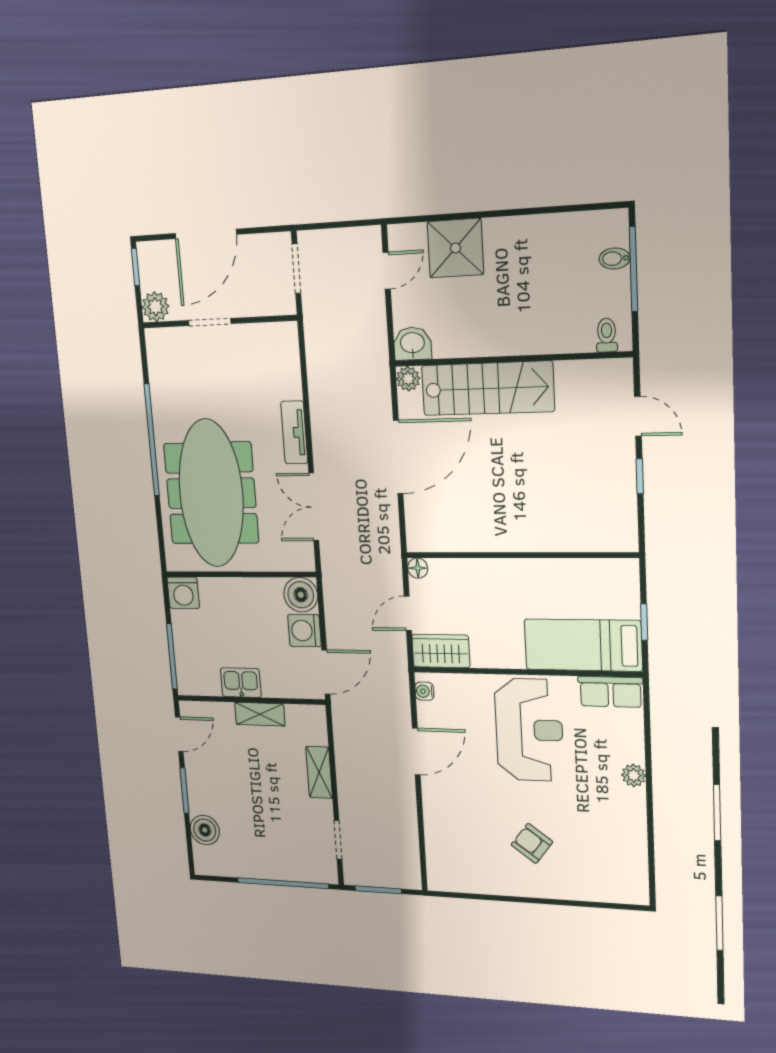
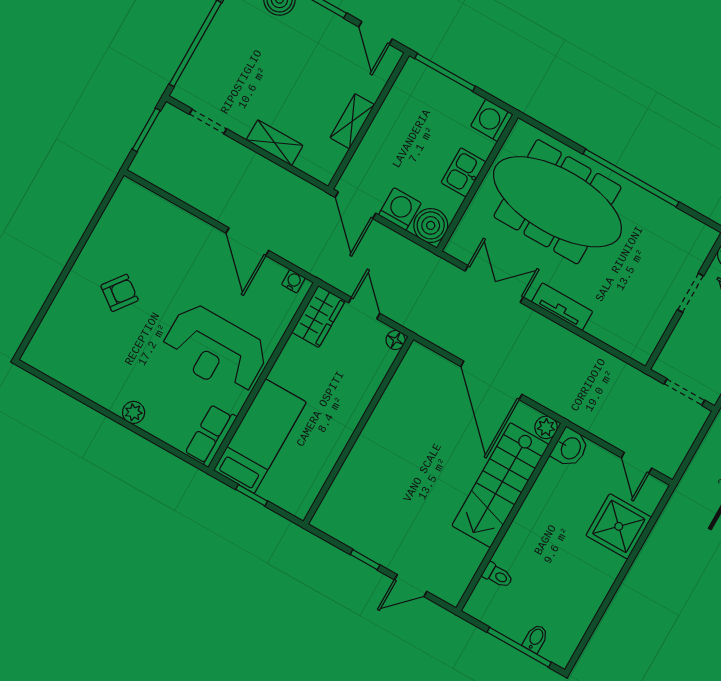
toilet: (607, 335) -> (498, 575), moved
kitchen sink: (241, 683) -> (463, 172), moved, turned 180

